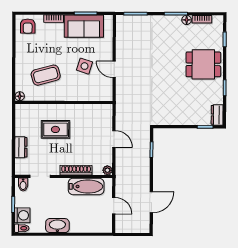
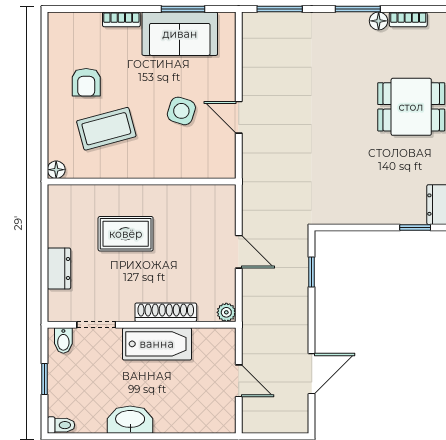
armchair: (28, 26) -> (86, 82), moved
bathtub: (86, 186) -> (157, 344), moved
washing machine: (22, 215) -> (62, 400), removed

